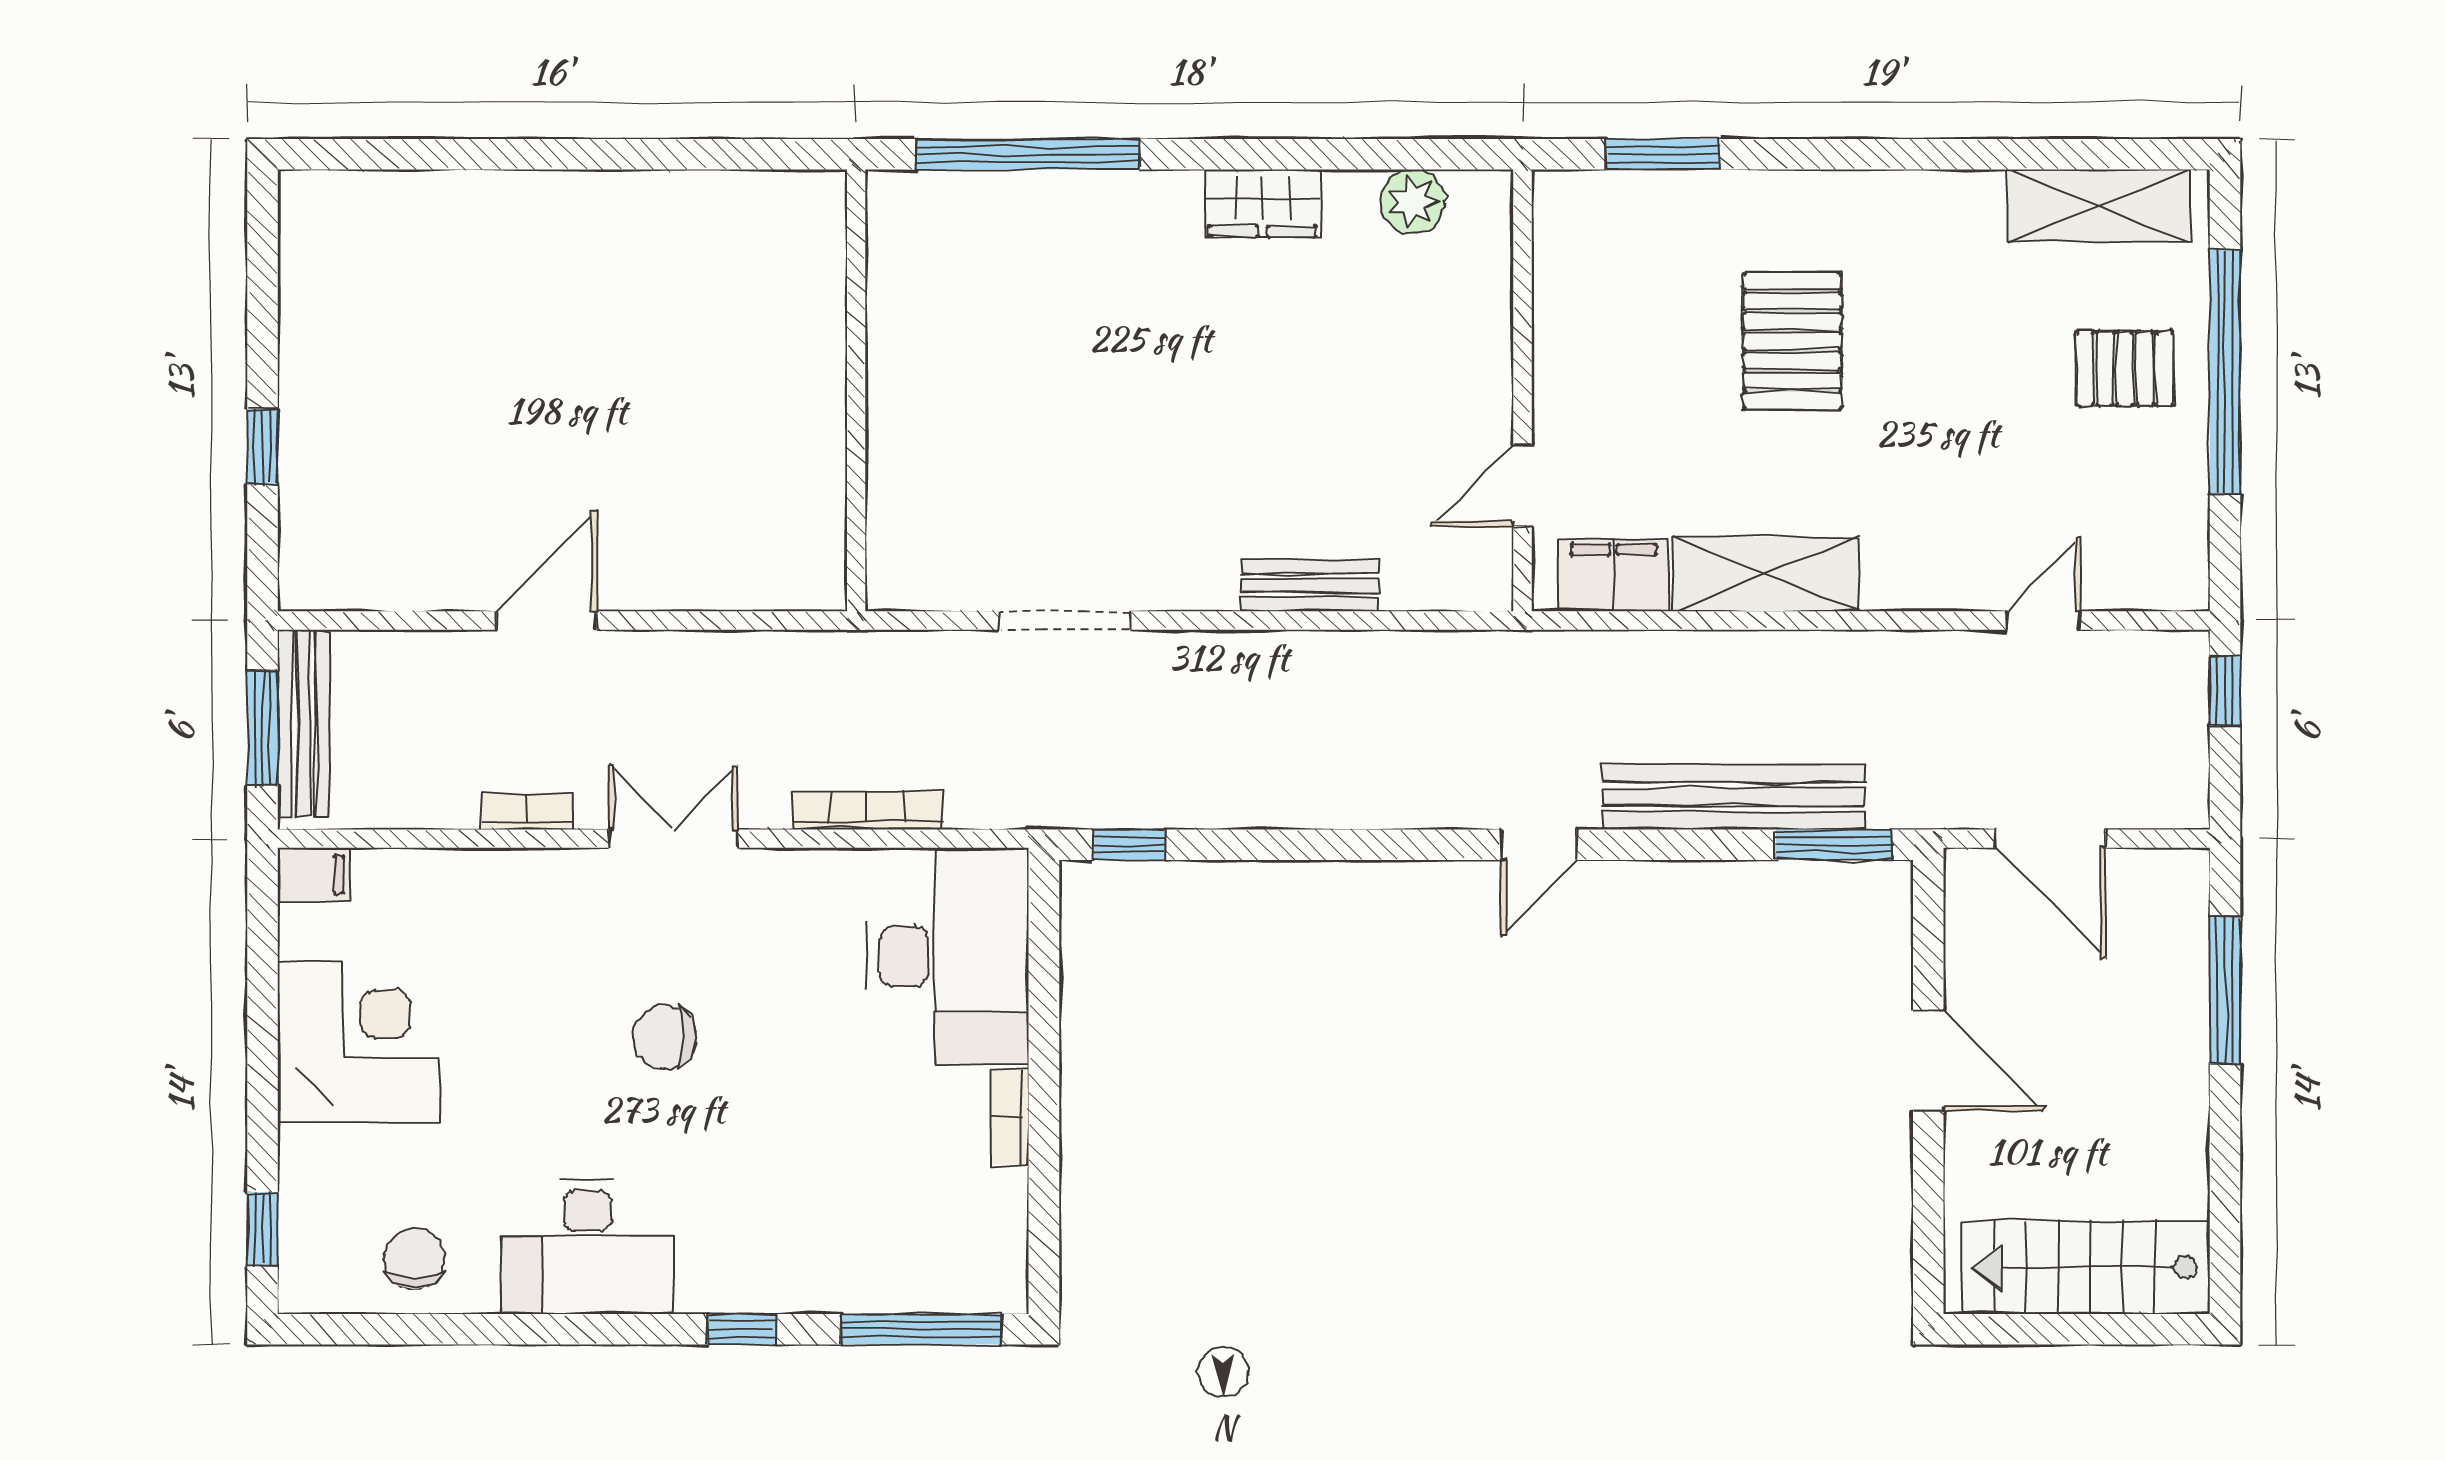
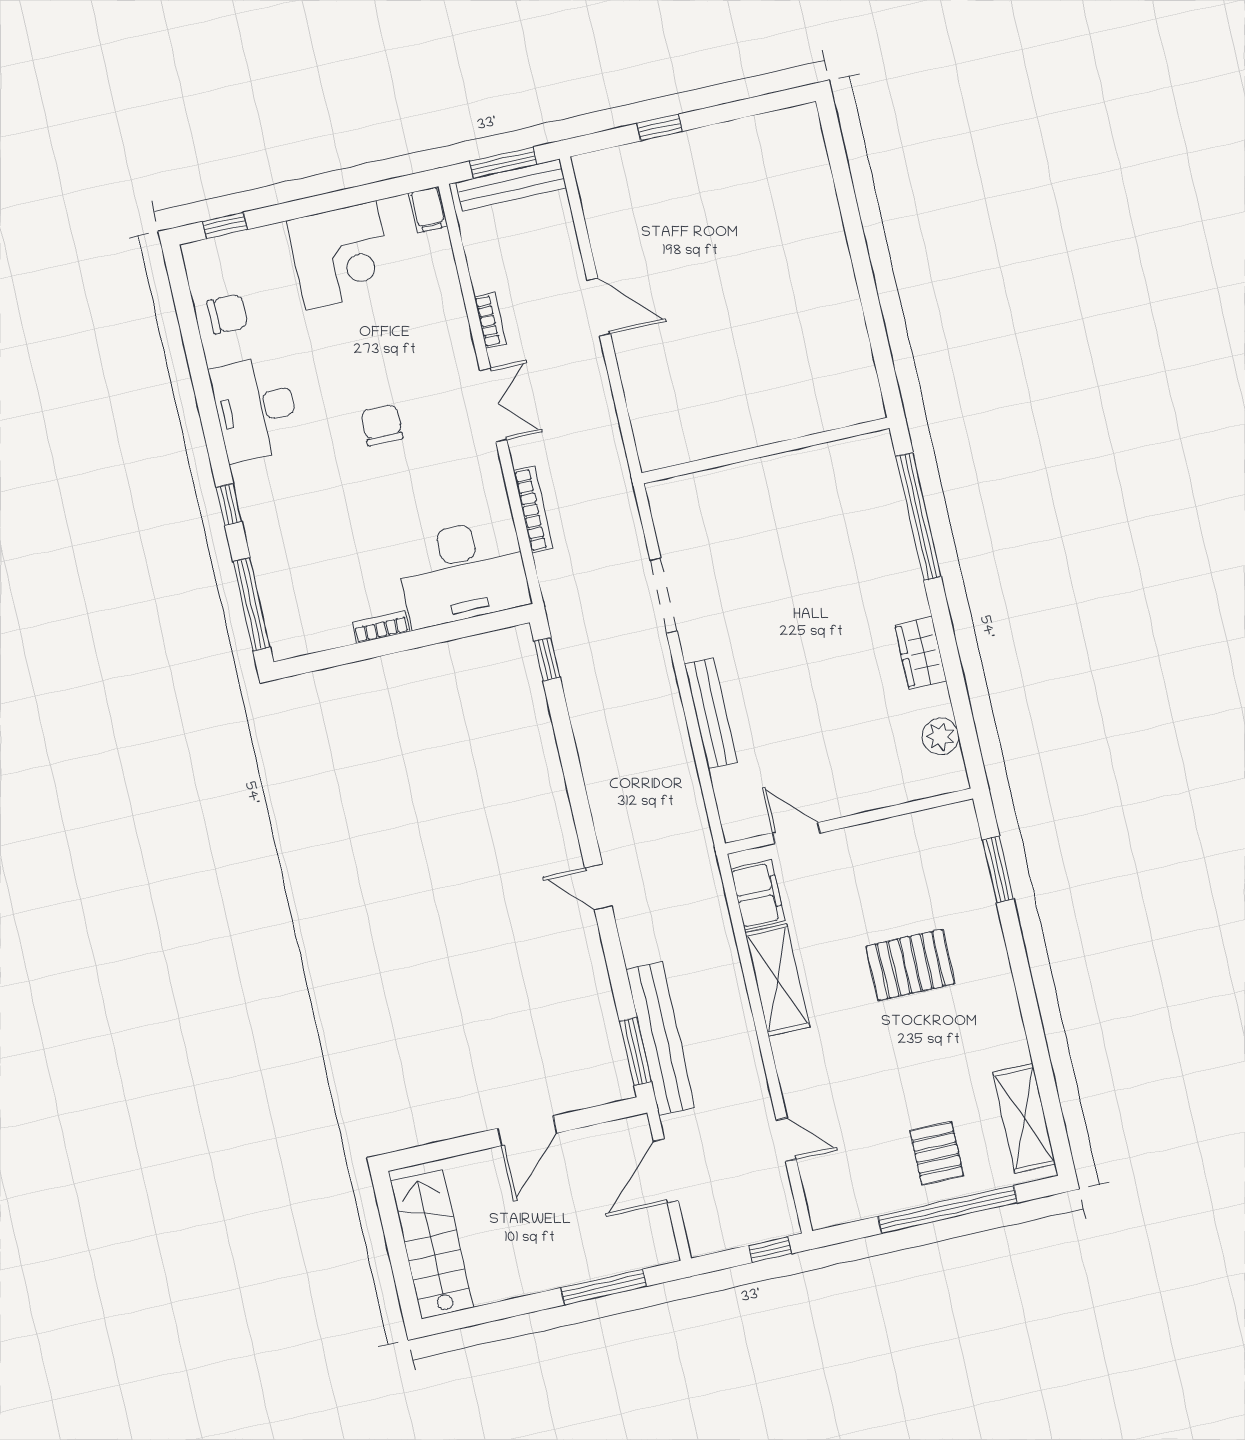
bench: (1310, 585) -> (711, 713), width x1.36
bench: (1733, 797) -> (660, 1039), moved

